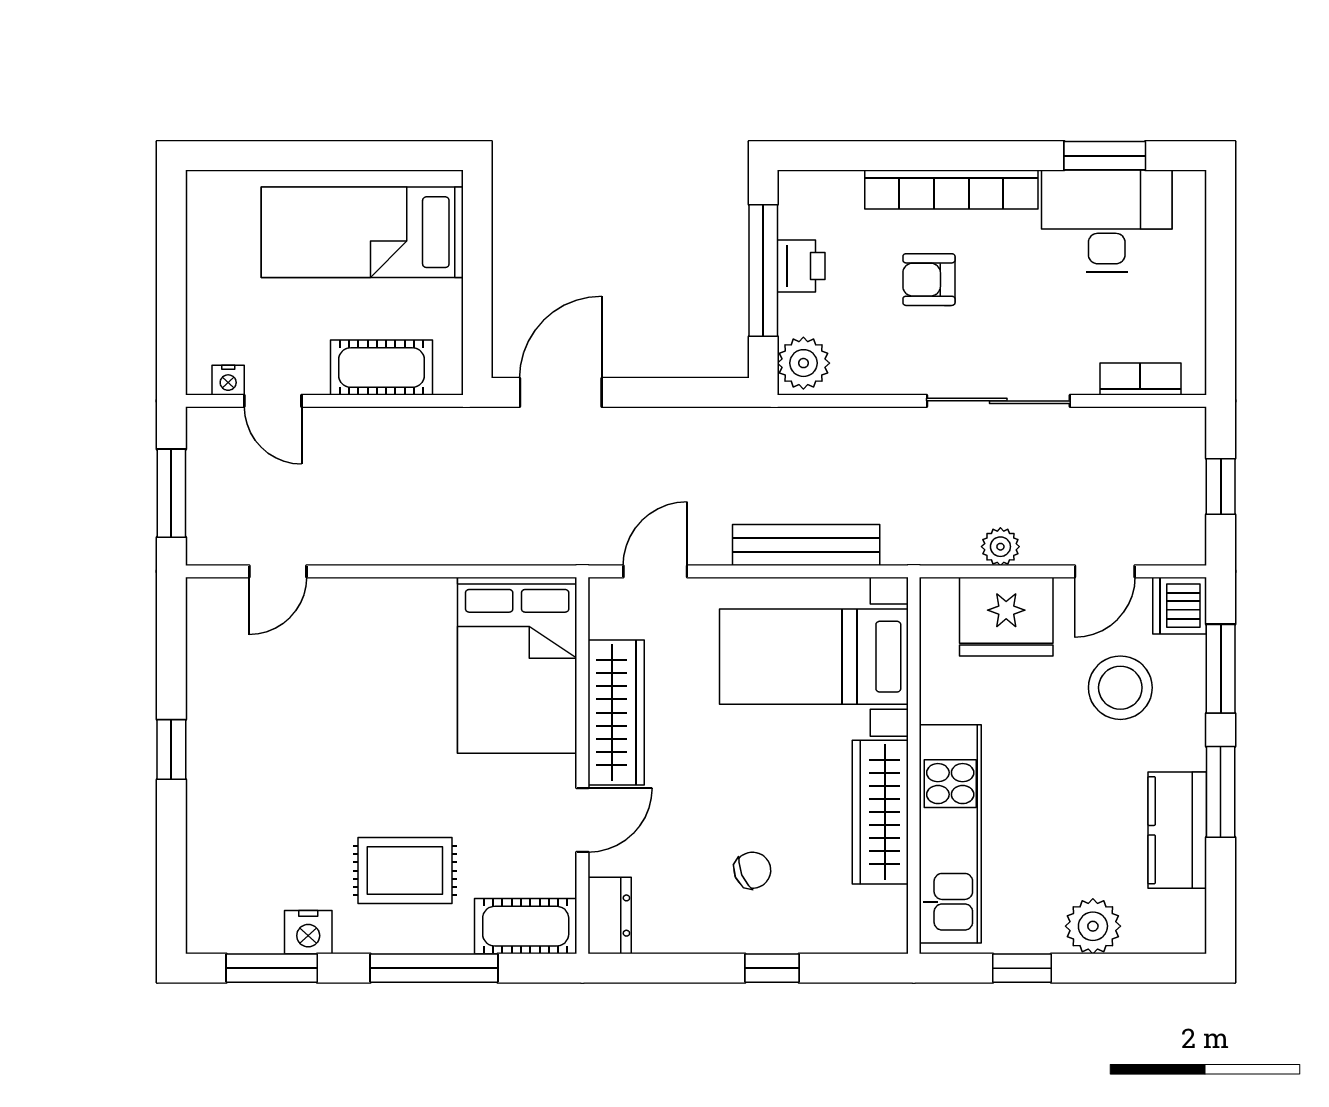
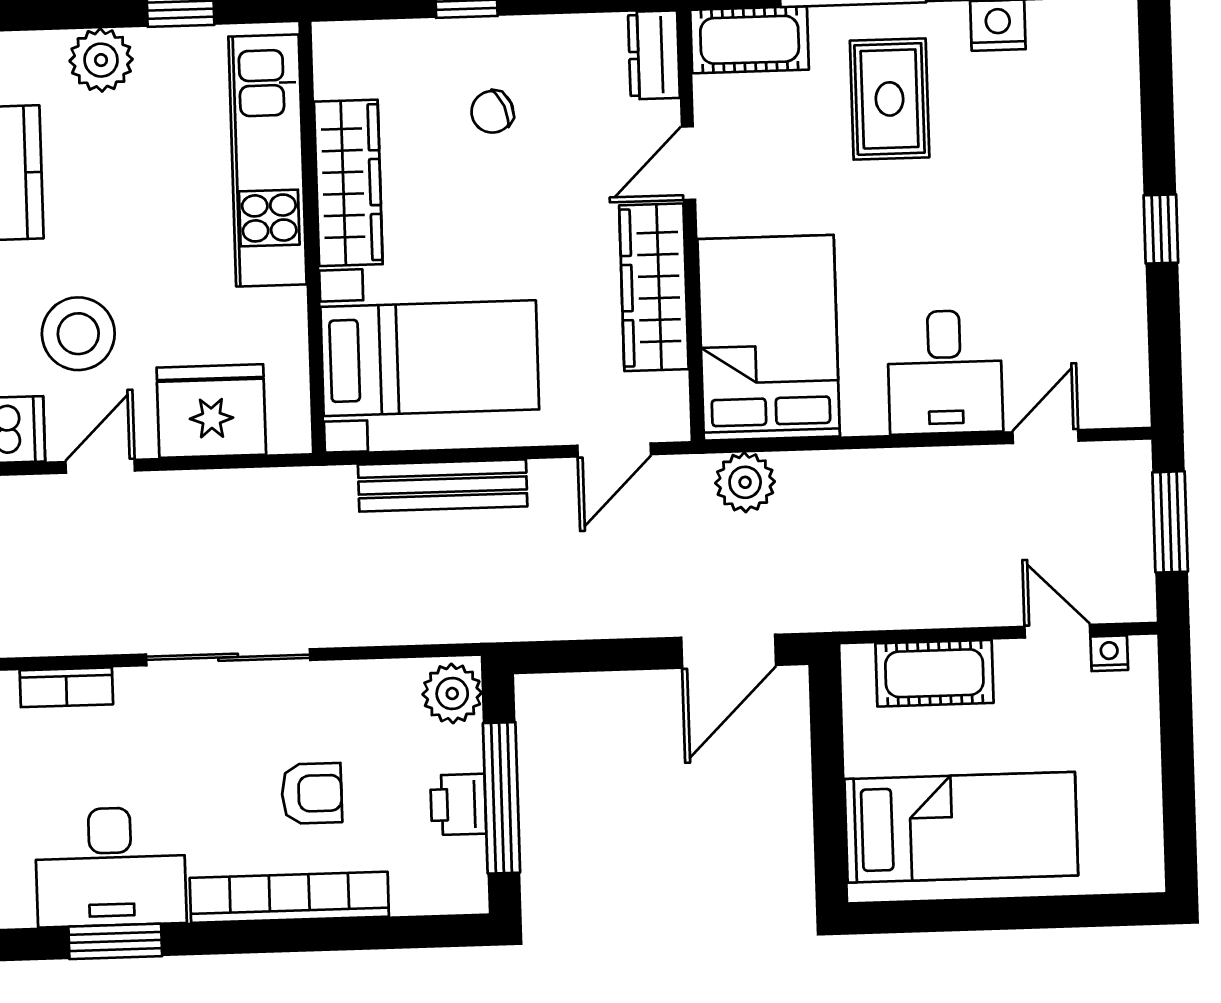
plant: (1000, 547) -> (745, 482), moved, width x1.38, depth x1.38
desk: (364, 630) -> (945, 372), added
rug: (405, 871) -> (890, 99), turned 90

